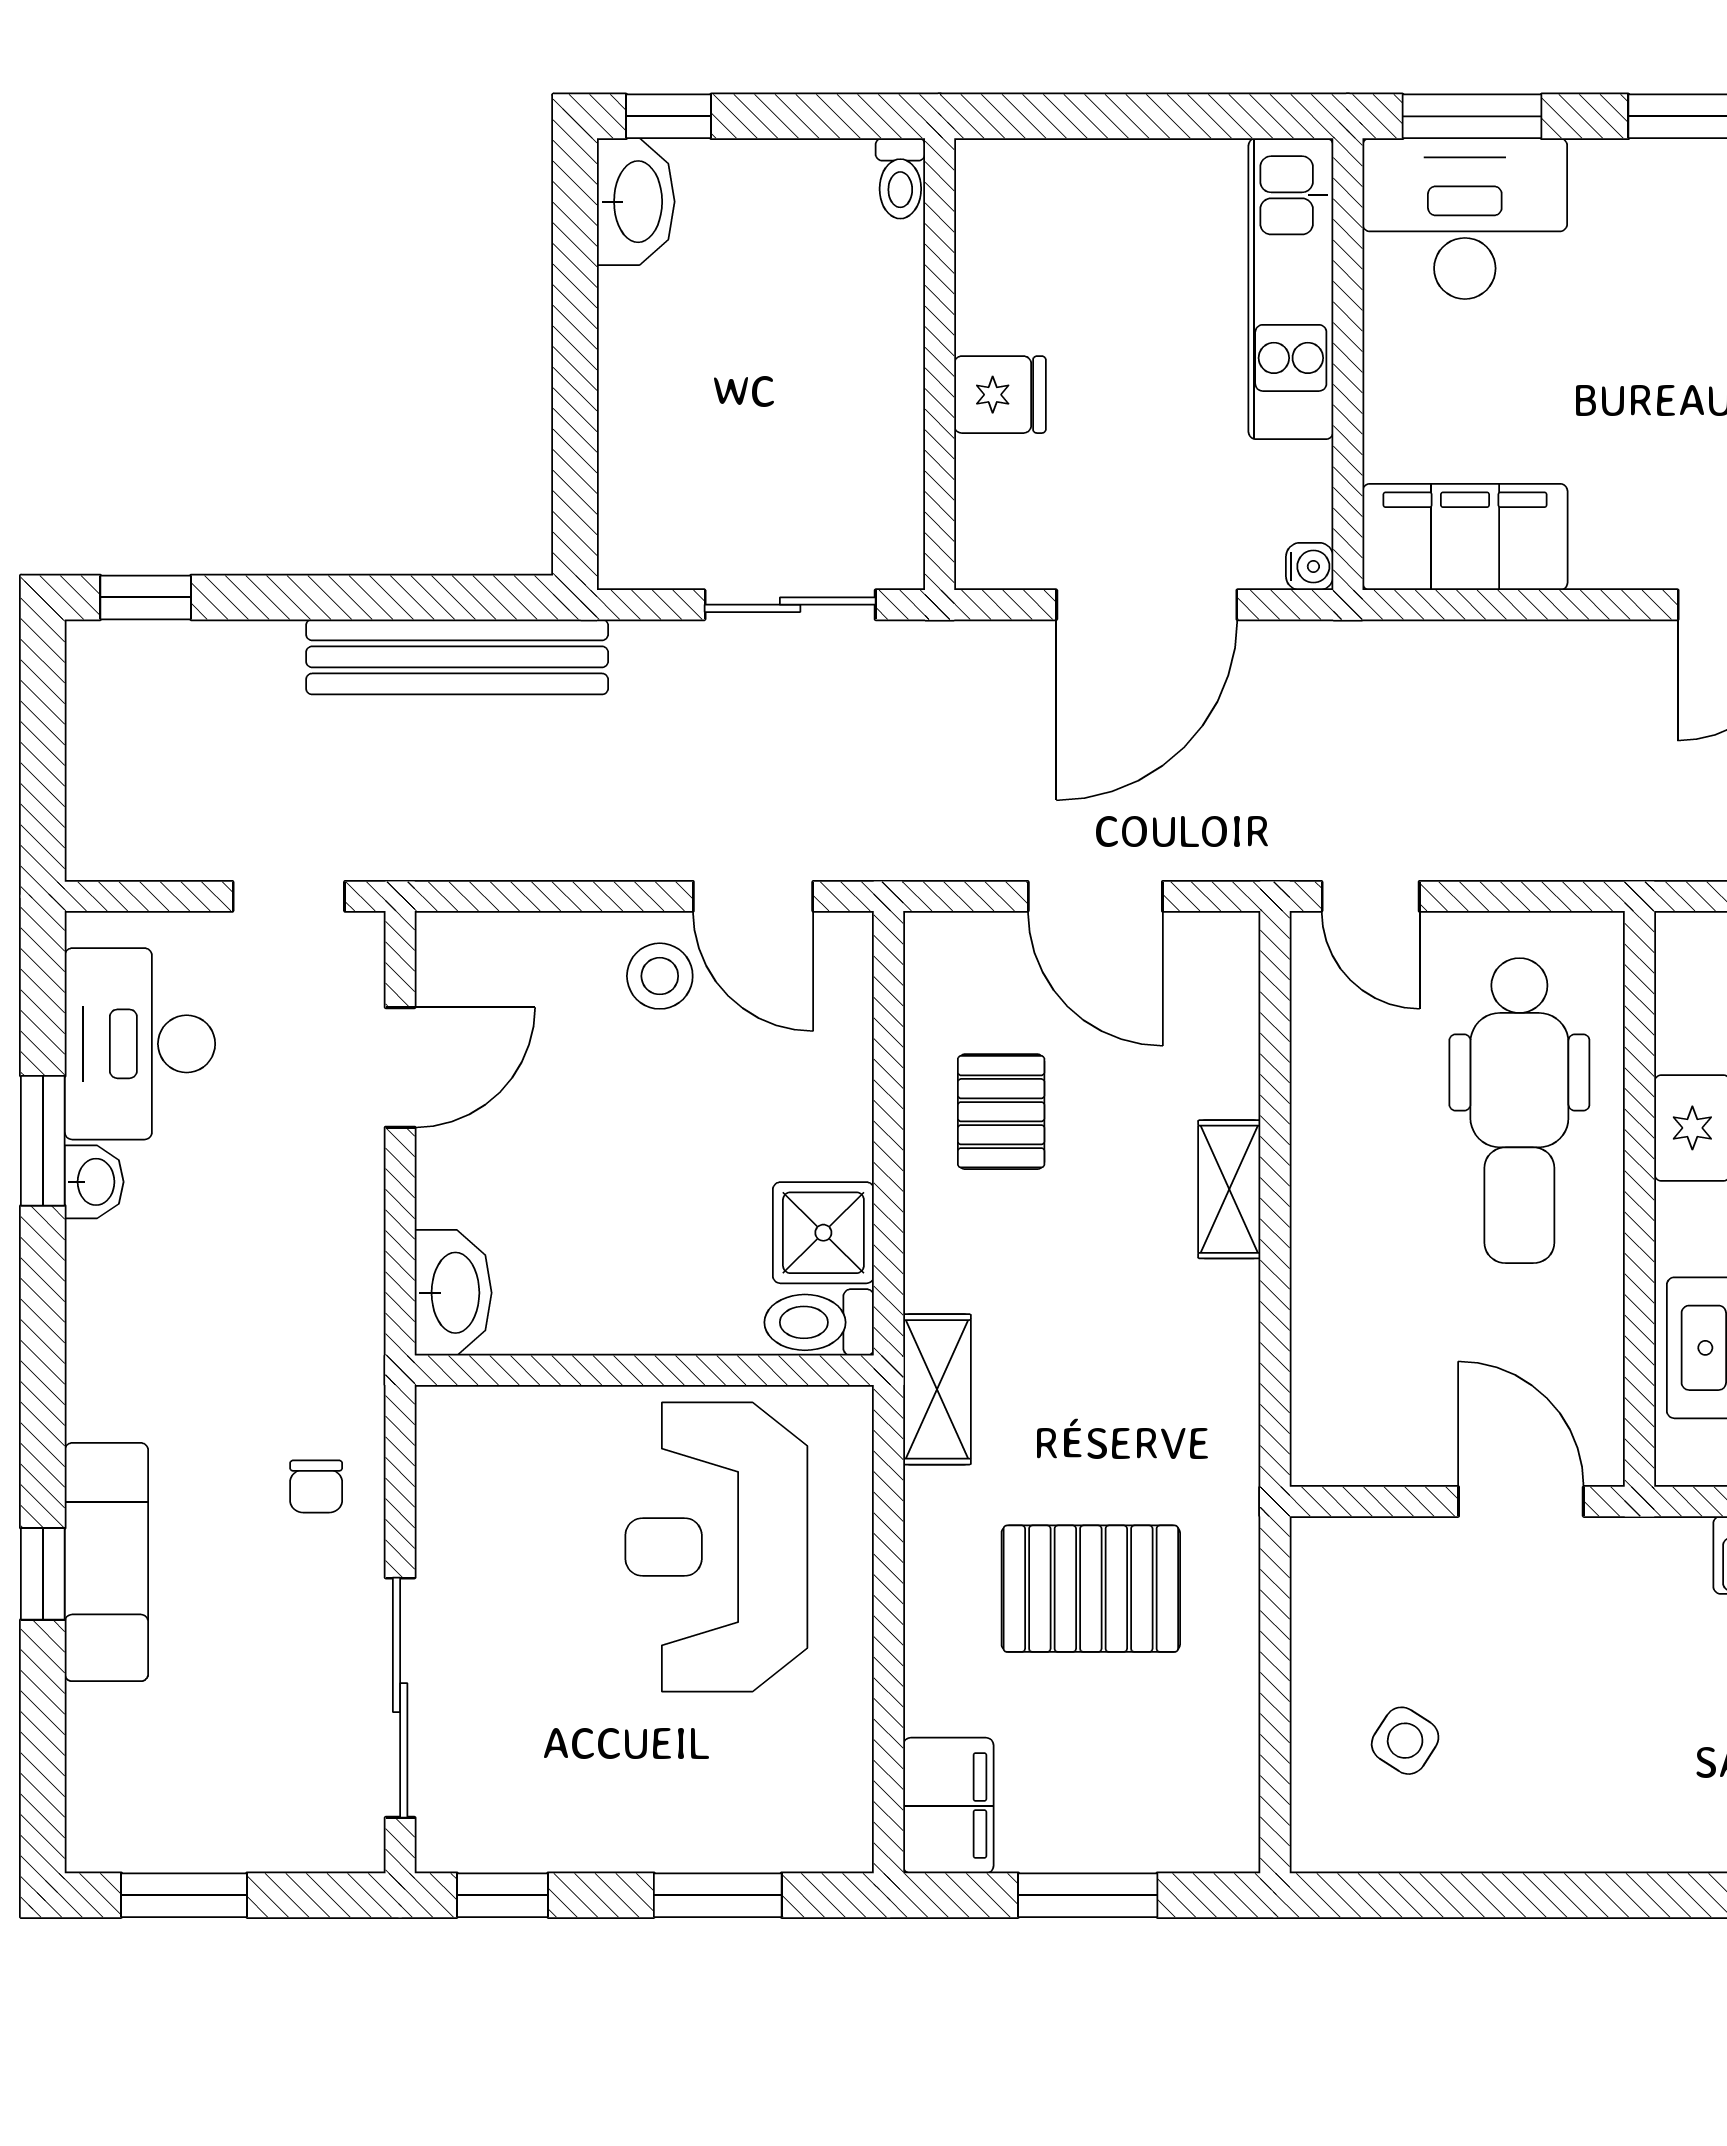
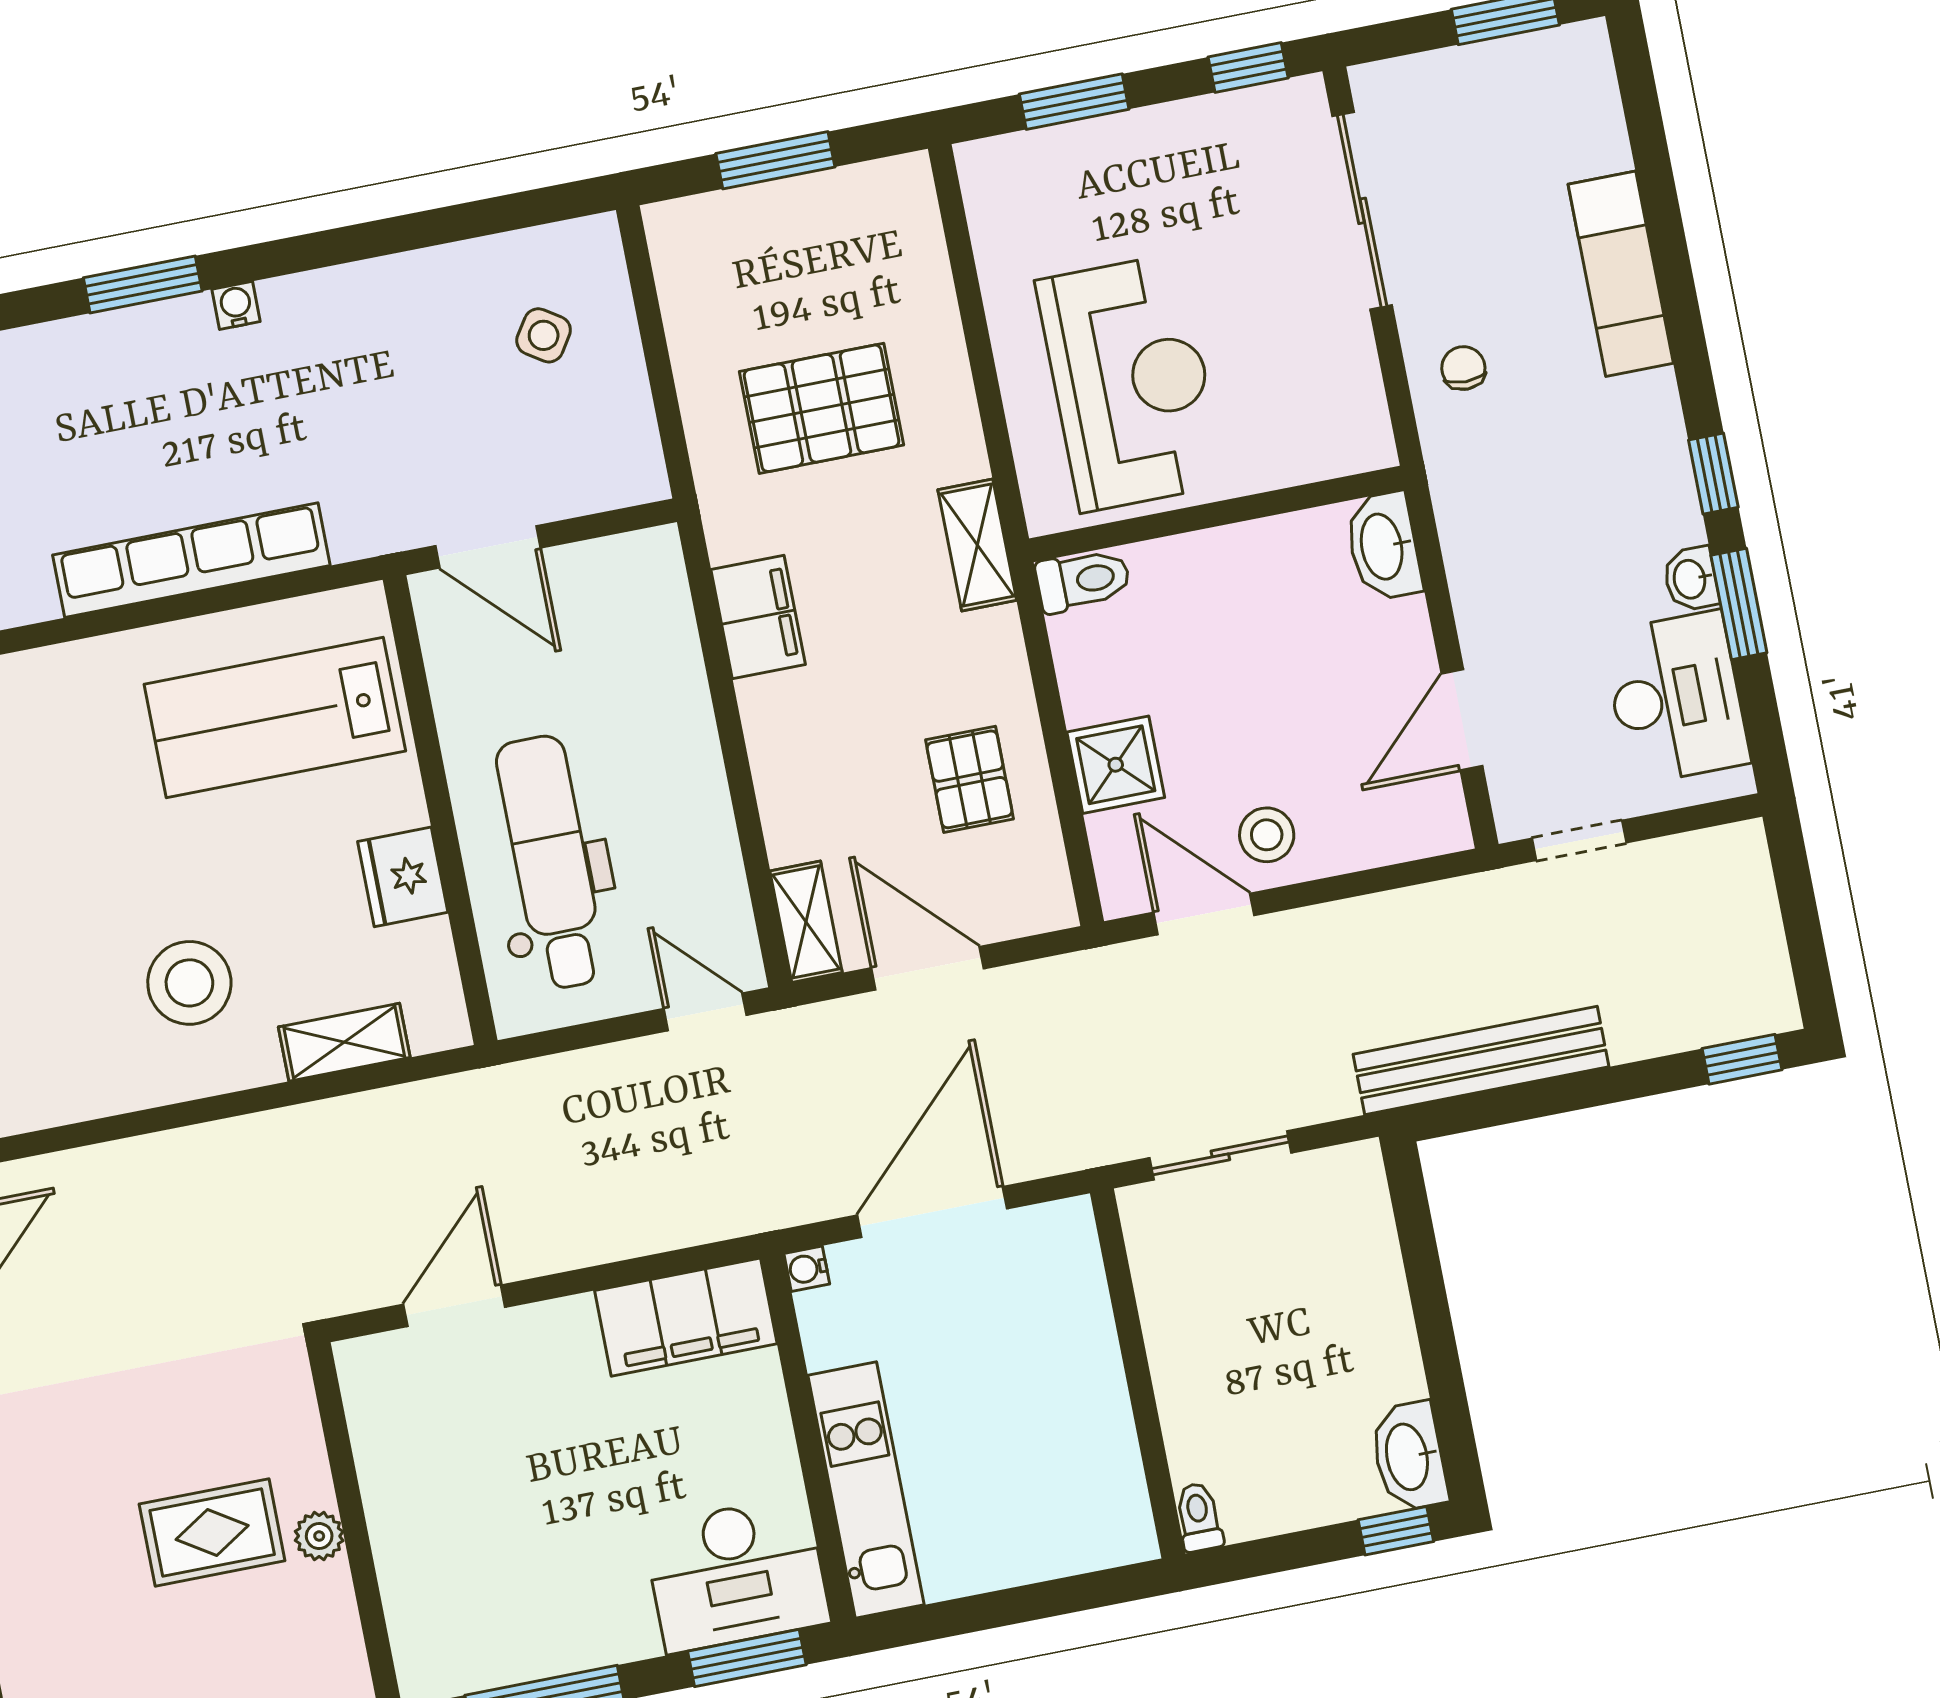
fridge: (1000, 395) -> (1084, 1358), removed
shelving: (1229, 1189) -> (806, 922), moved
shower: (823, 1233) -> (1116, 765), moved
window: (43, 1574) -> (1713, 474), moved
filing cabinet: (948, 1806) -> (758, 617), moved, turned 180

